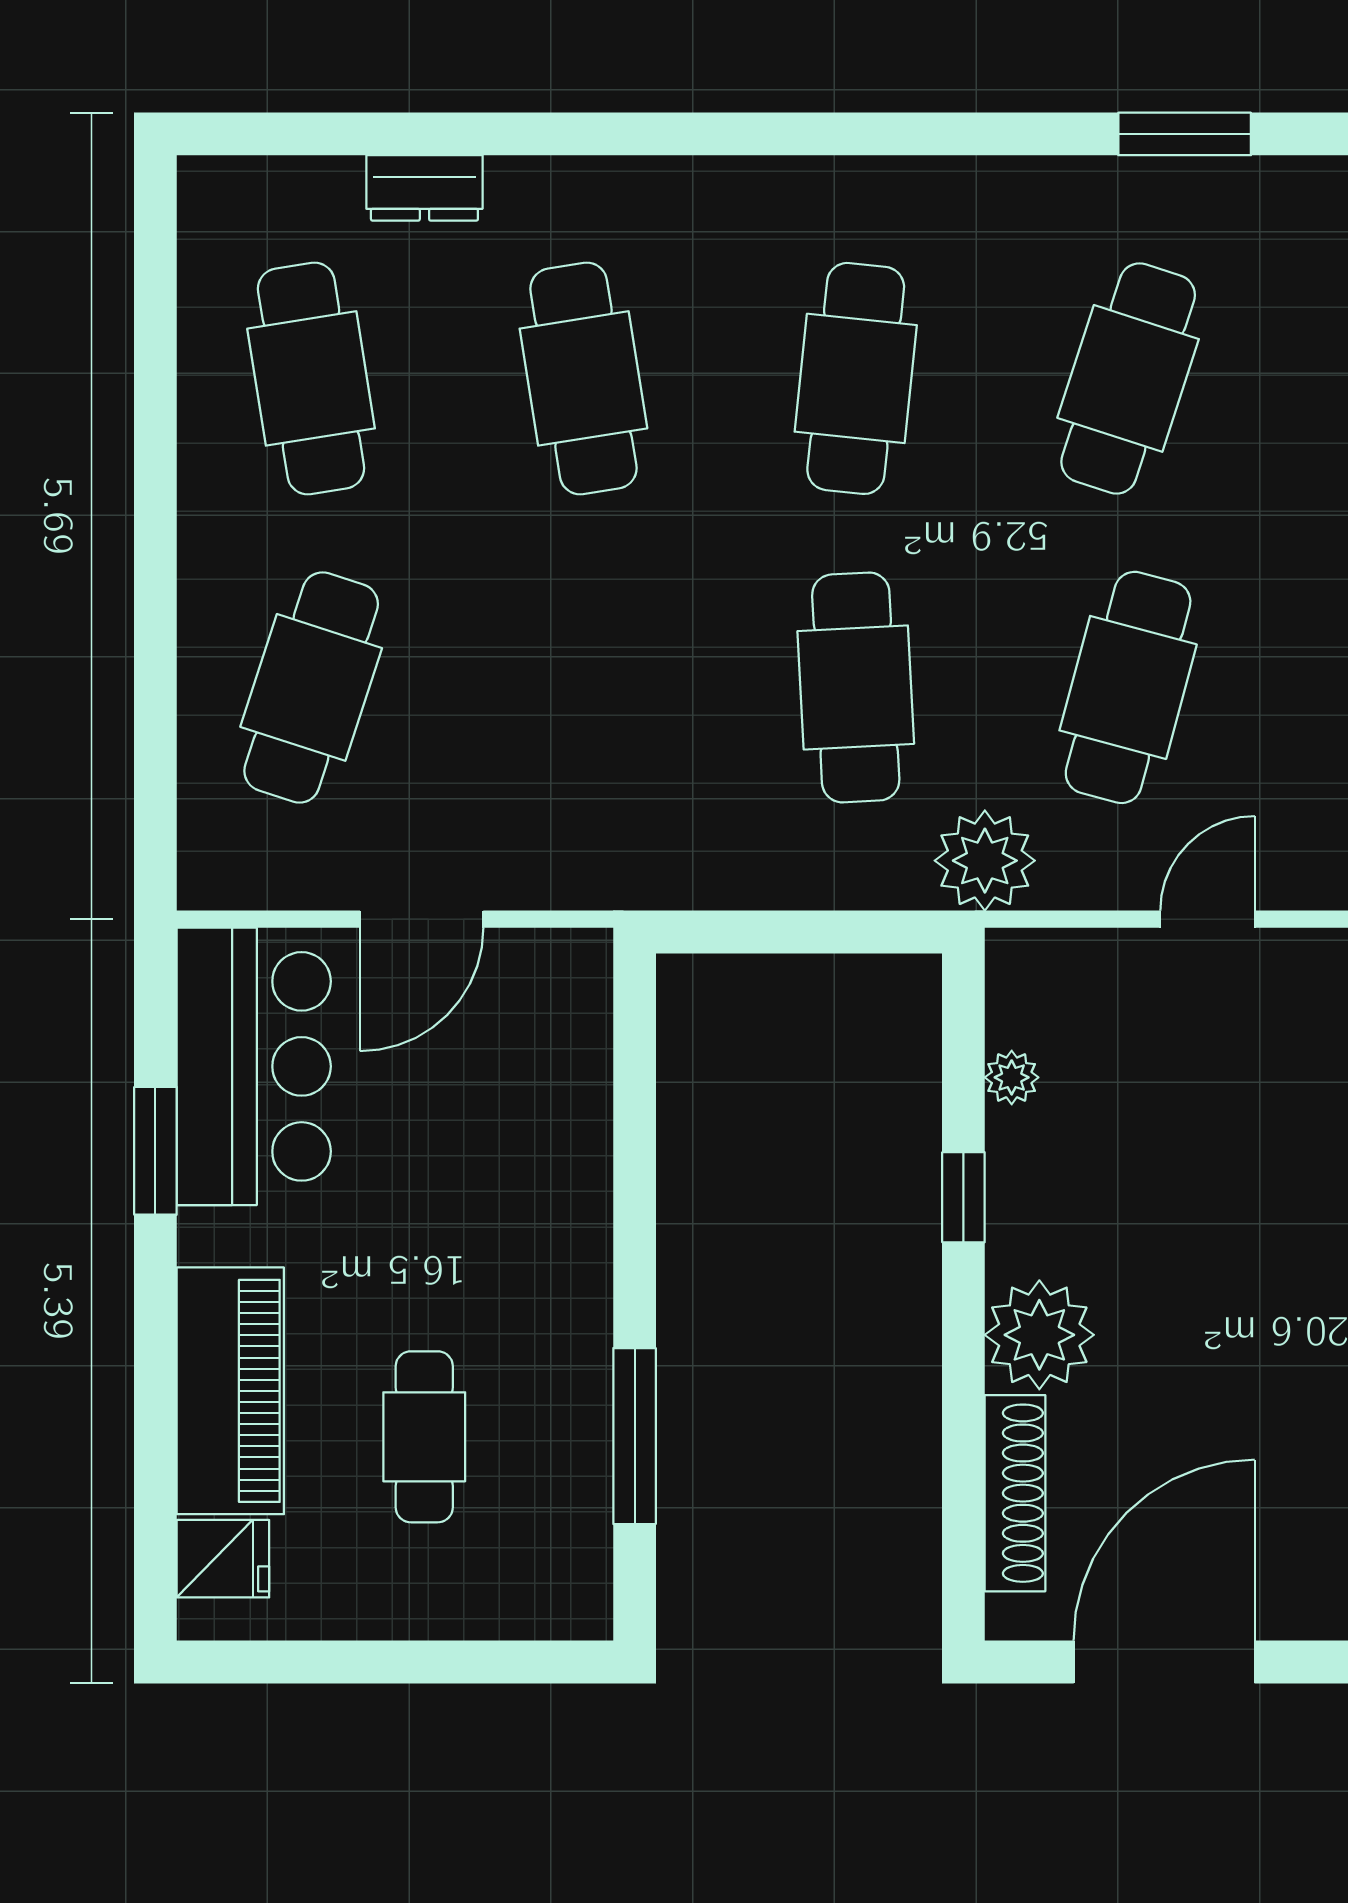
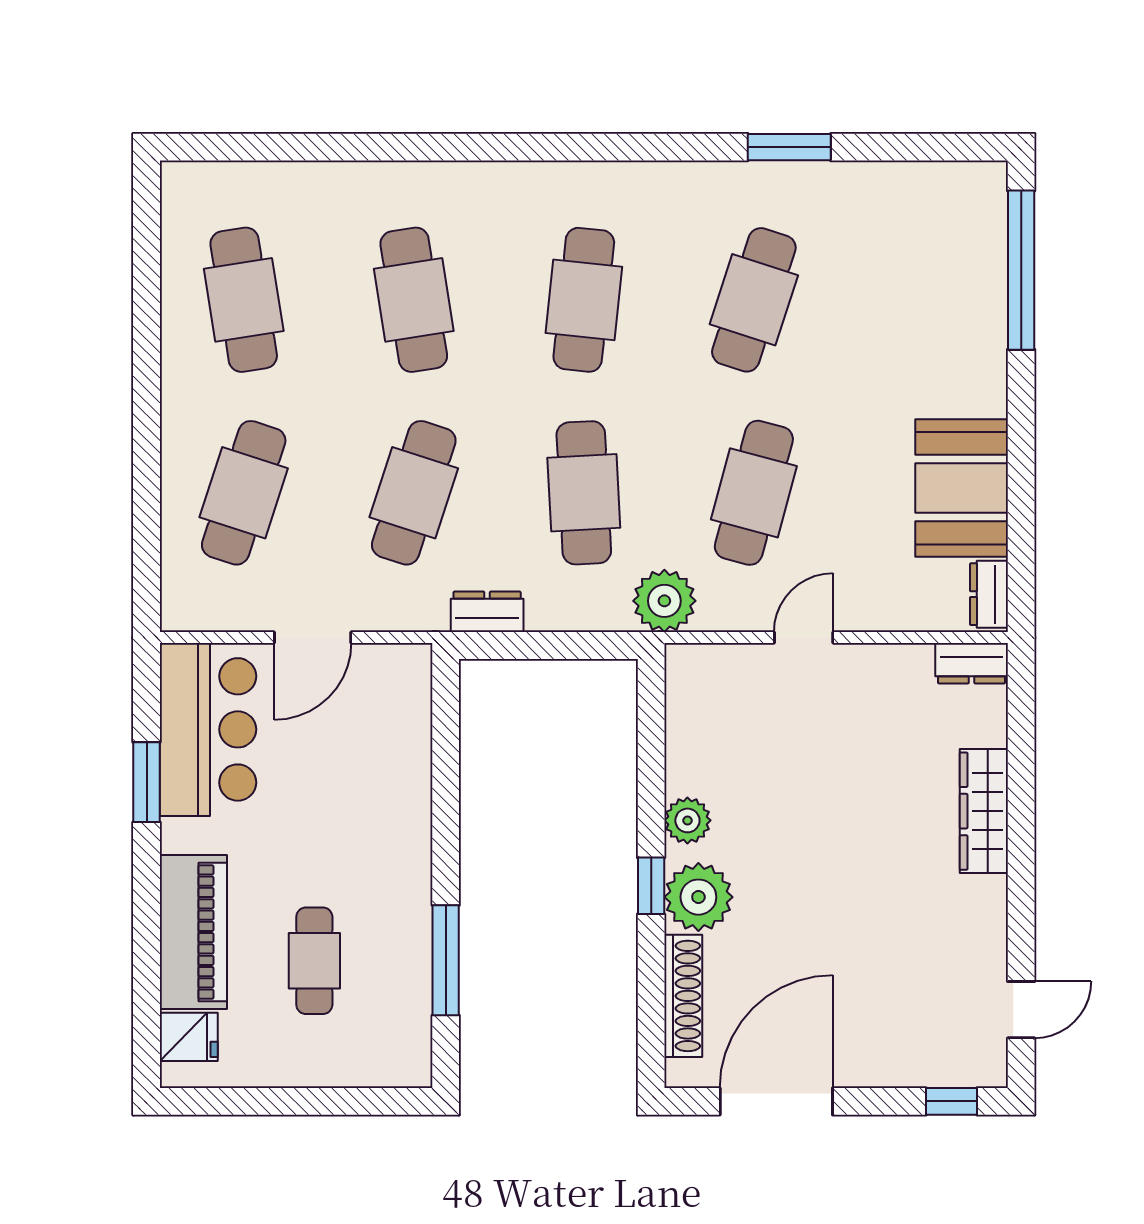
dresser: (424, 188) -> (487, 612), moved, turned 180
cafe table: (583, 687) -> (414, 493), added
plant: (1012, 1077) -> (687, 820), moved, width x1.38, depth x1.38
window: (963, 1197) -> (651, 886), moved

